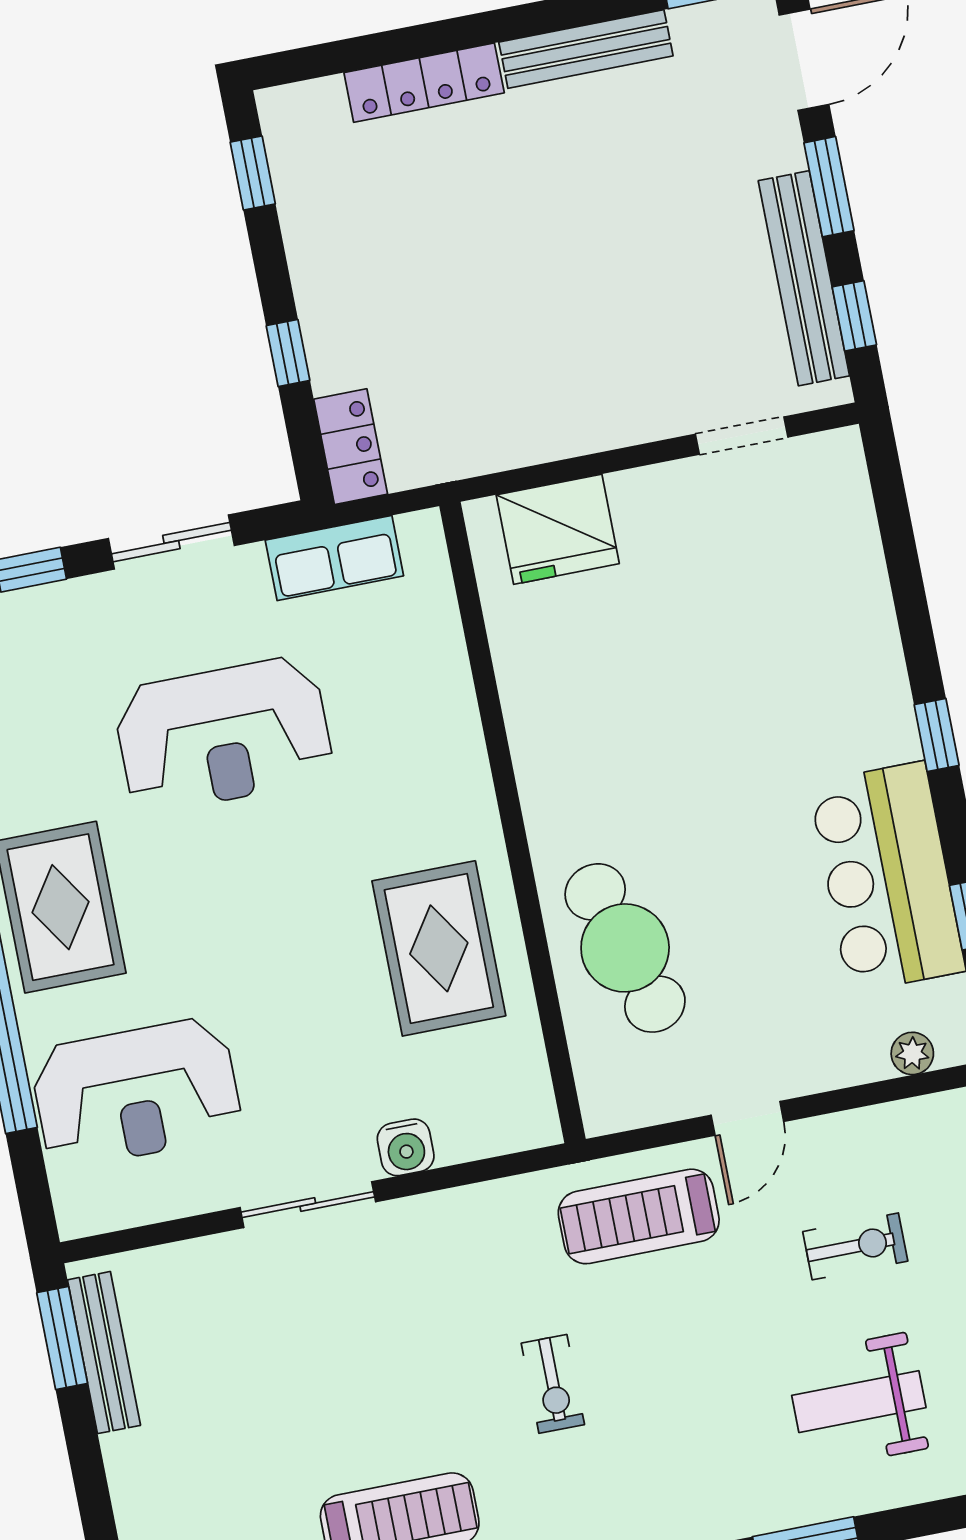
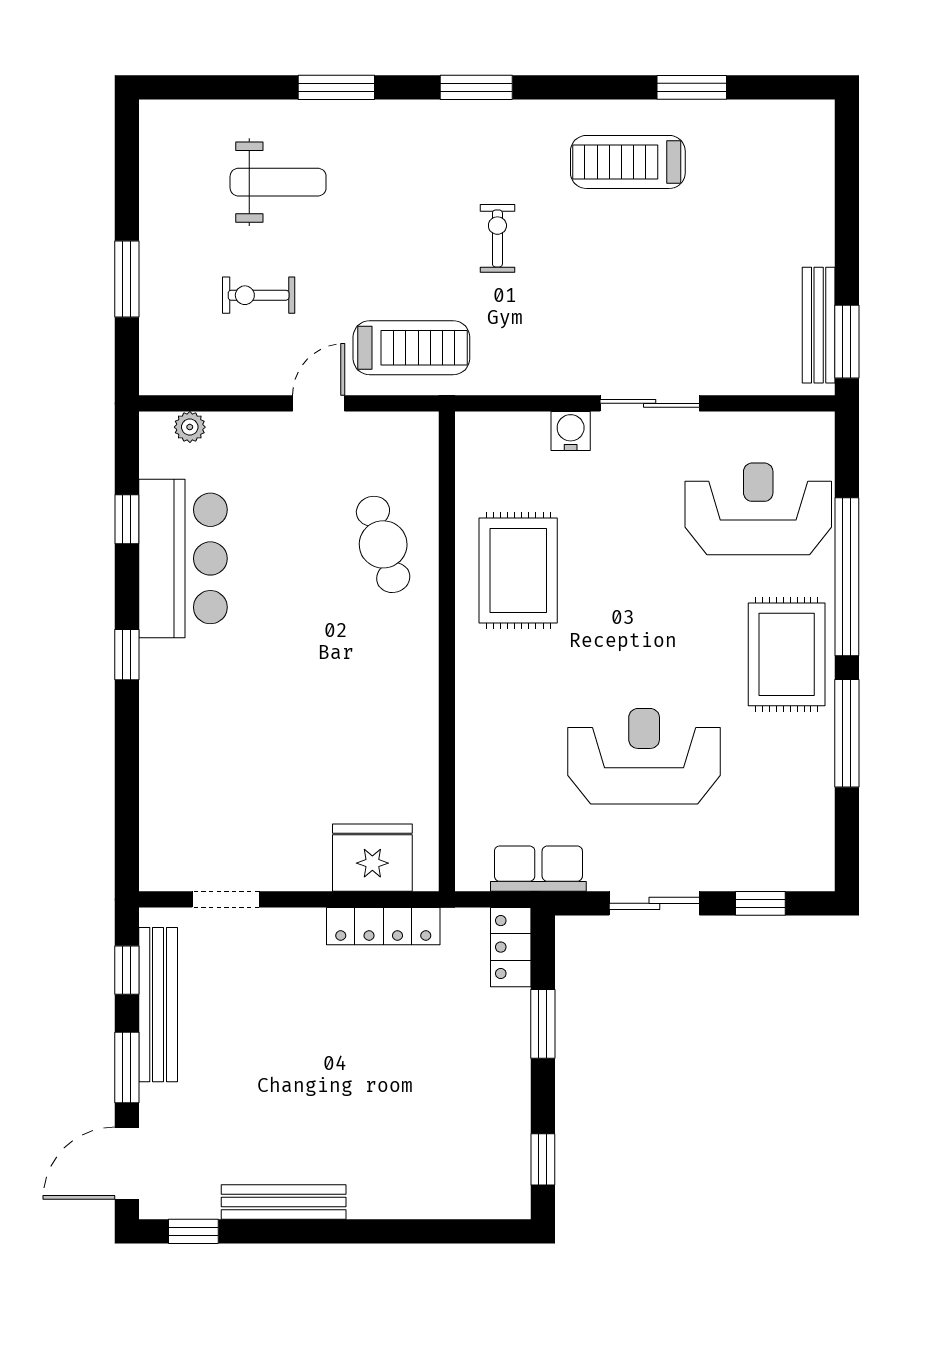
locker: (424, 83) -> (383, 926), moved, turned 180
window: (288, 353) -> (543, 1024), width x1.50
cafe table: (625, 948) -> (383, 544), width x0.73, depth x0.74

